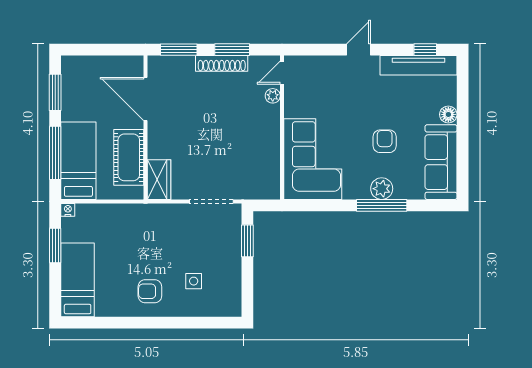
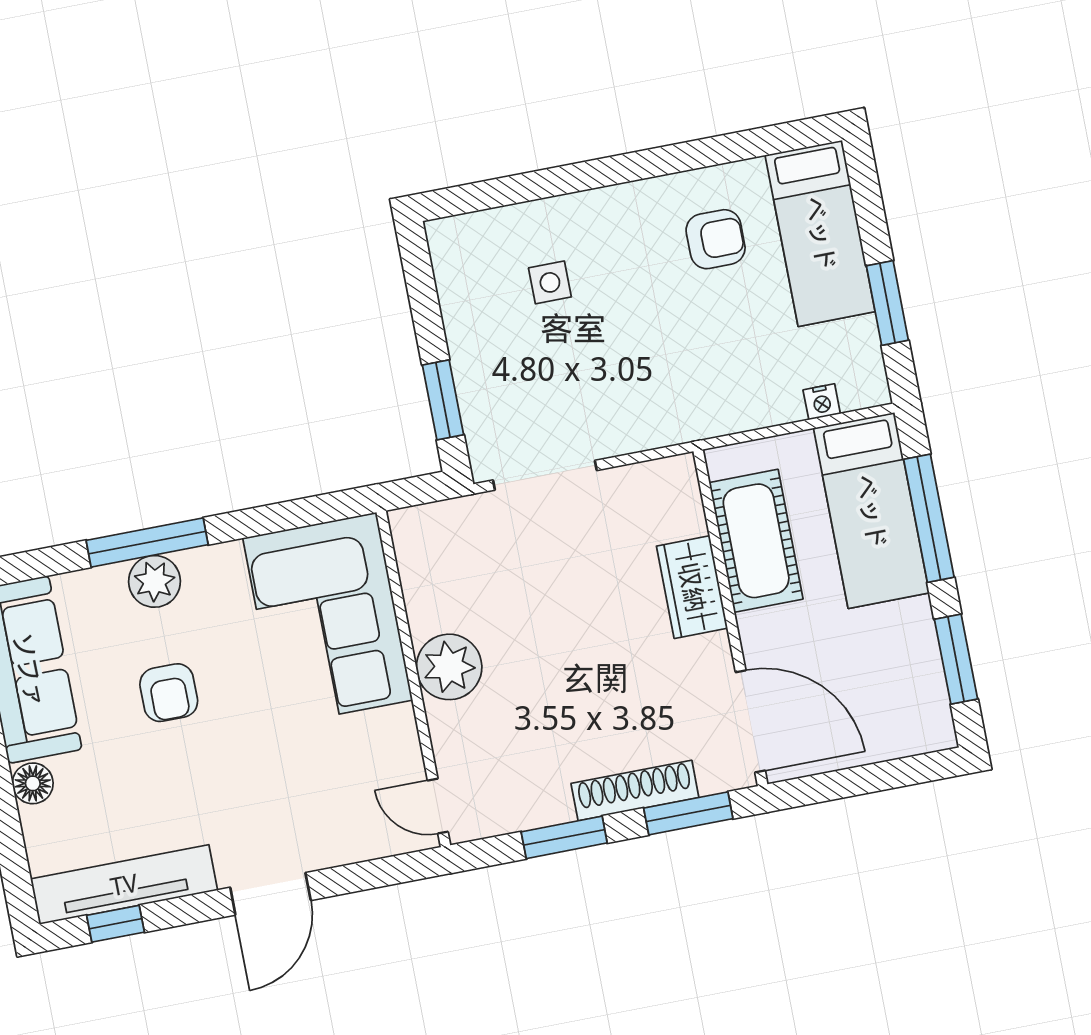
door: (359, 50) -> (270, 894), width x1.38
shoe rack: (222, 63) -> (635, 790), moved
door: (282, 73) -> (438, 806), swing flipped
plant: (273, 96) -> (449, 667), moved, width x1.87, depth x1.87
door: (146, 99) -> (750, 721), moved
wardrobe: (159, 180) -> (692, 587), moved
nightstand: (68, 210) -> (822, 402), moved
armchair: (150, 291) -> (716, 239), moved

